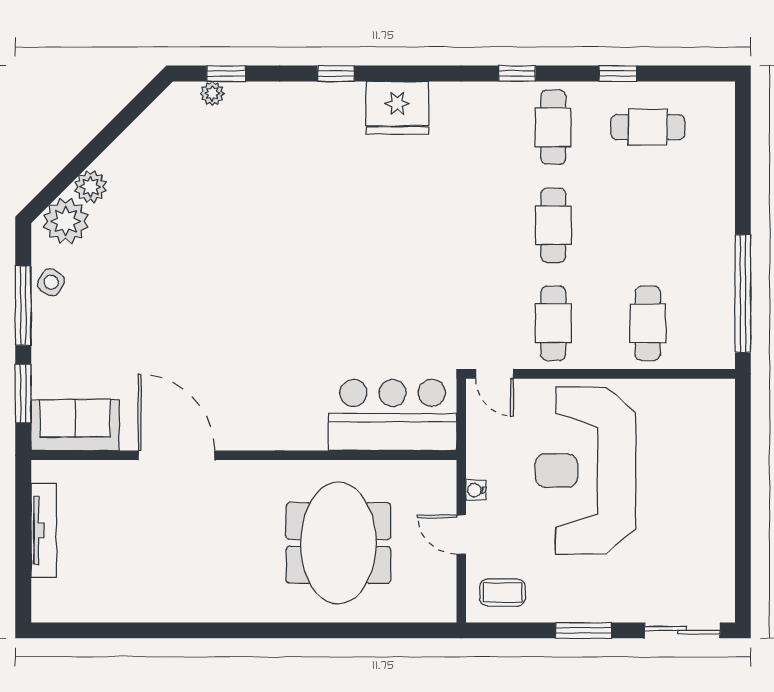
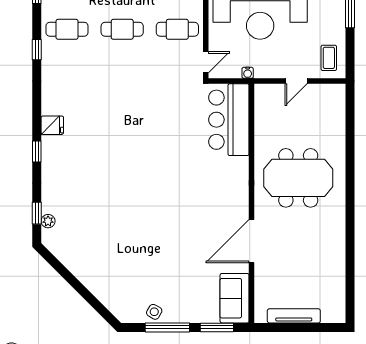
fridge: (397, 108) -> (52, 125), width x0.53, depth x0.75
plant: (91, 187) -> (100, 290), removed
plant: (66, 221) -> (120, 303), removed
water cooler: (476, 490) -> (248, 73), moved
meeting table: (338, 543) -> (298, 178), moved

